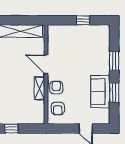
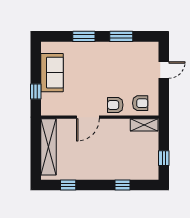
window: (83, 20) -> (36, 91), moved
shelving: (39, 88) -> (144, 125), moved
sofa: (100, 92) -> (52, 73), moved, turned -90

